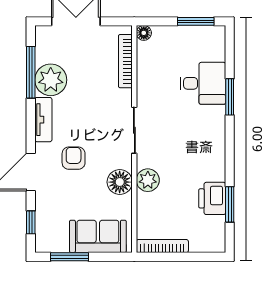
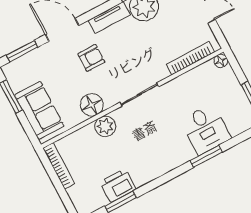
window: (31, 222) -> (22, 51), width x1.50

